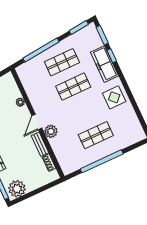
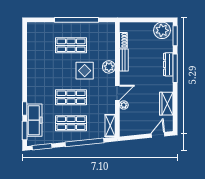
freezer: (104, 64) -> (34, 120), moved
shelving: (24, 77) -> (110, 126), added
display table: (114, 97) -> (85, 71), moved
door: (37, 122) -> (117, 93), moved

